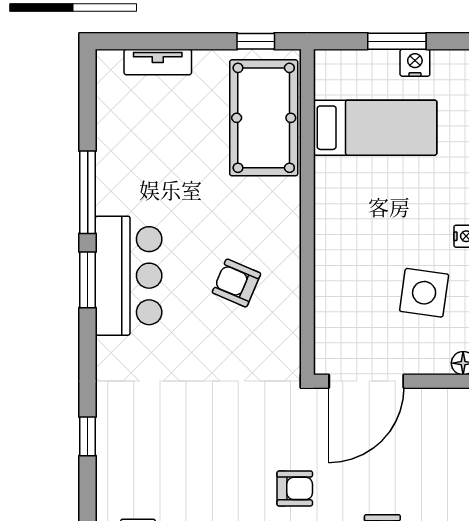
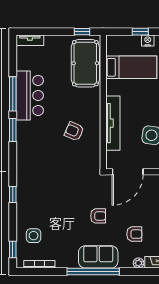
window: (397, 41) -> (140, 32), width x0.67
tv unit: (158, 62) -> (30, 40), moved
tv unit: (331, 263) -> (113, 123), added
bar counter: (129, 276) -> (30, 95), moved

